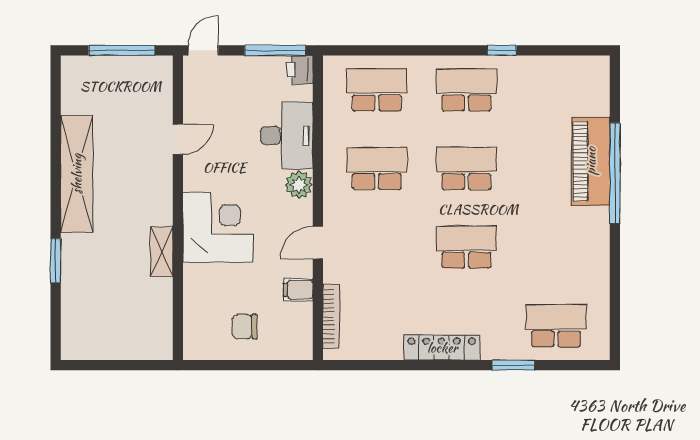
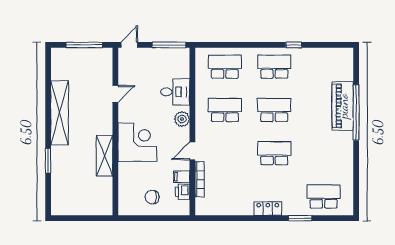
printer: (300, 70) -> (183, 192), moved
desk: (287, 136) -> (175, 92), width x0.73
shelving: (162, 252) -> (105, 156), width x1.50, depth x1.33
bookcase: (331, 316) -> (200, 179), moved
locker: (442, 348) -> (268, 209), width x0.66

